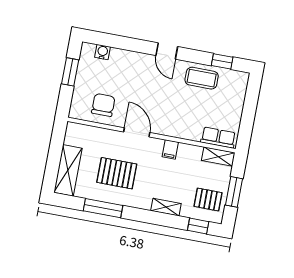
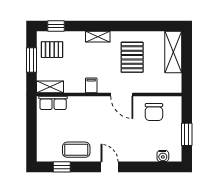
pallet: (117, 173) -> (132, 57), turned 90
shelving: (166, 207) -> (98, 37), moved
window: (103, 208) -> (138, 26), removed

